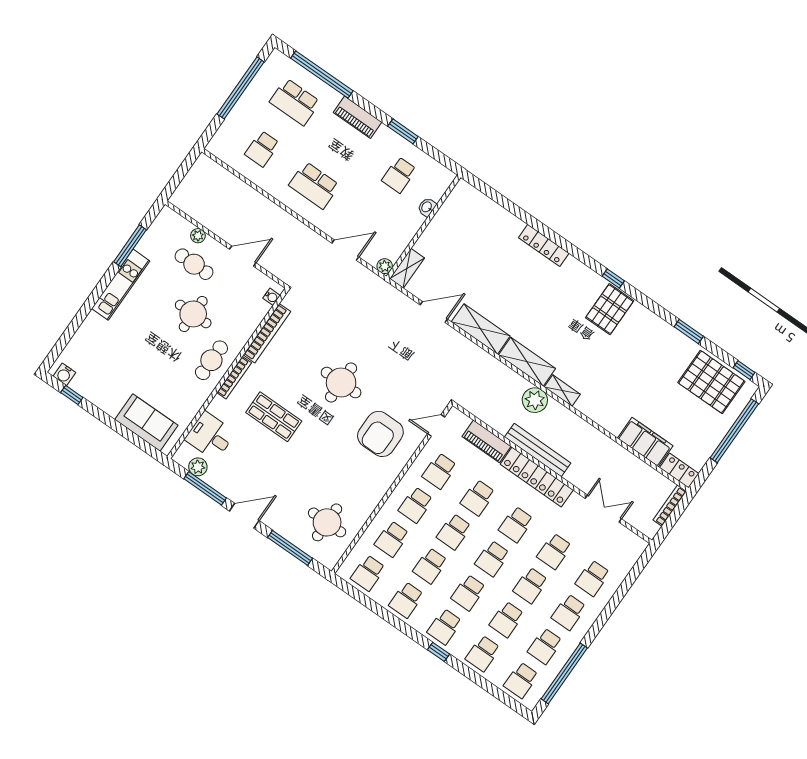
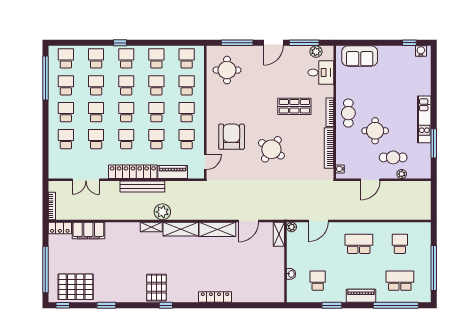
round table: (341, 382) -> (271, 149), turned 34

